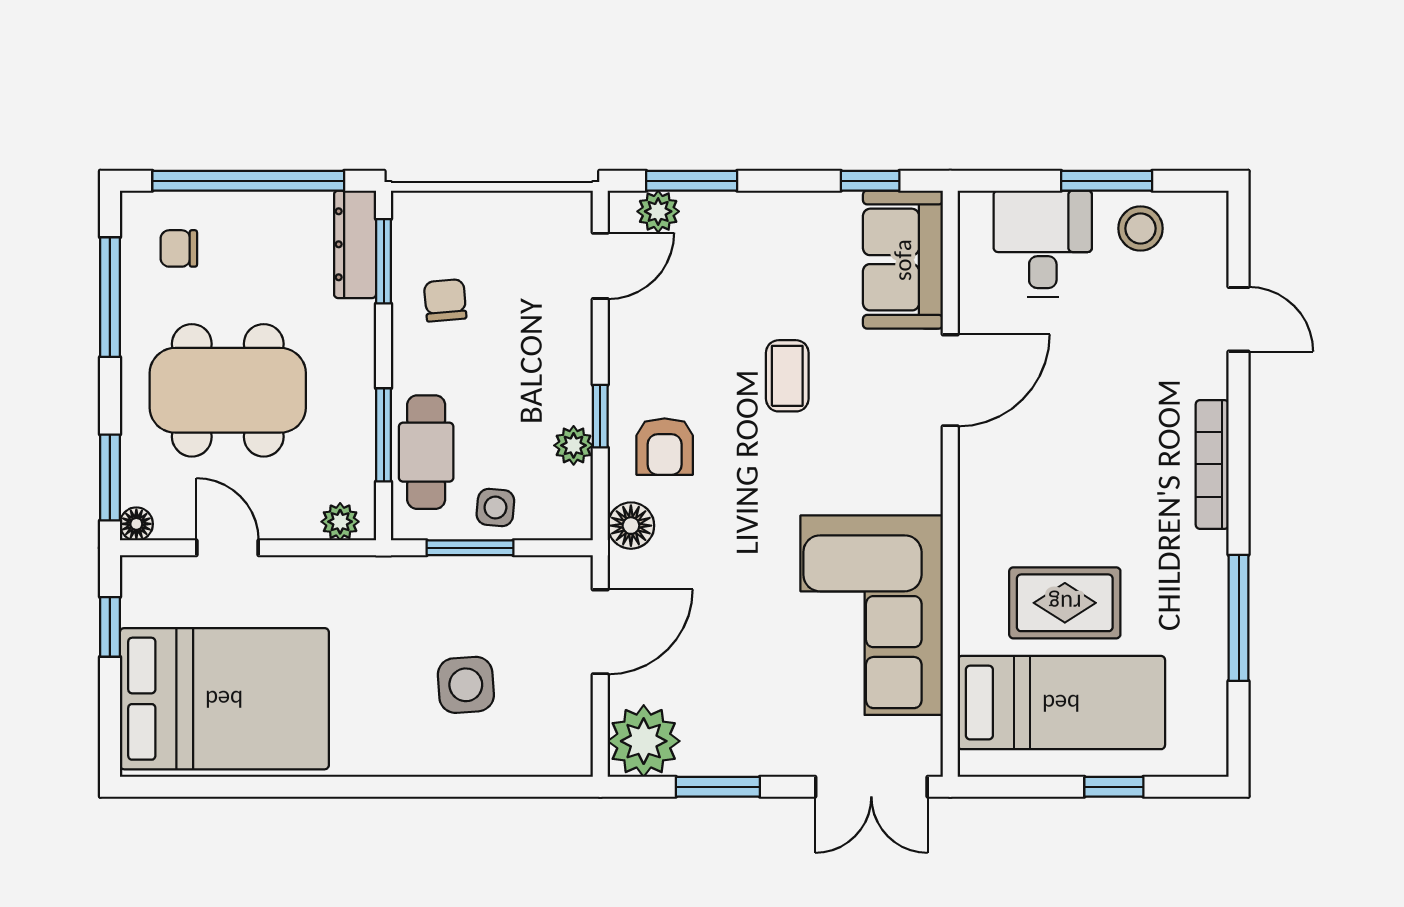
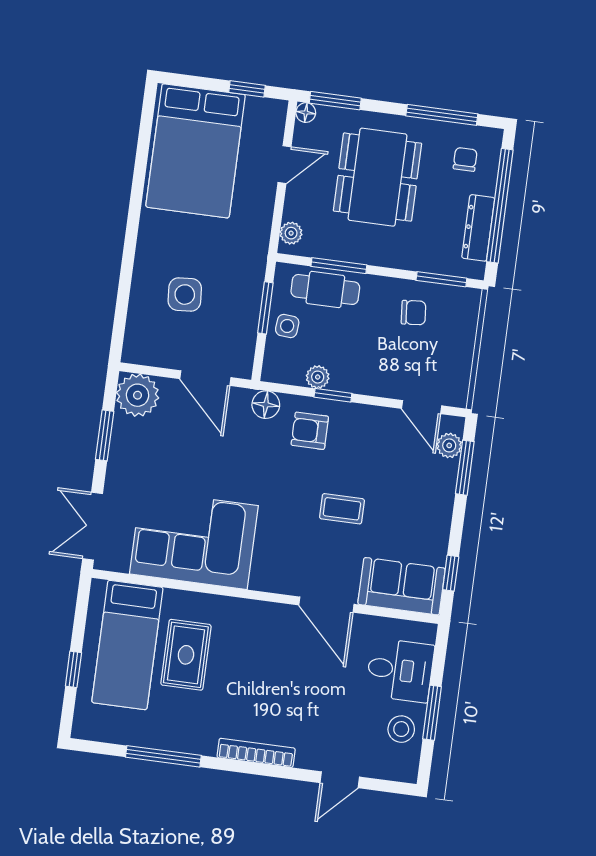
dresser: (355, 244) -> (478, 228), moved, turned -90

